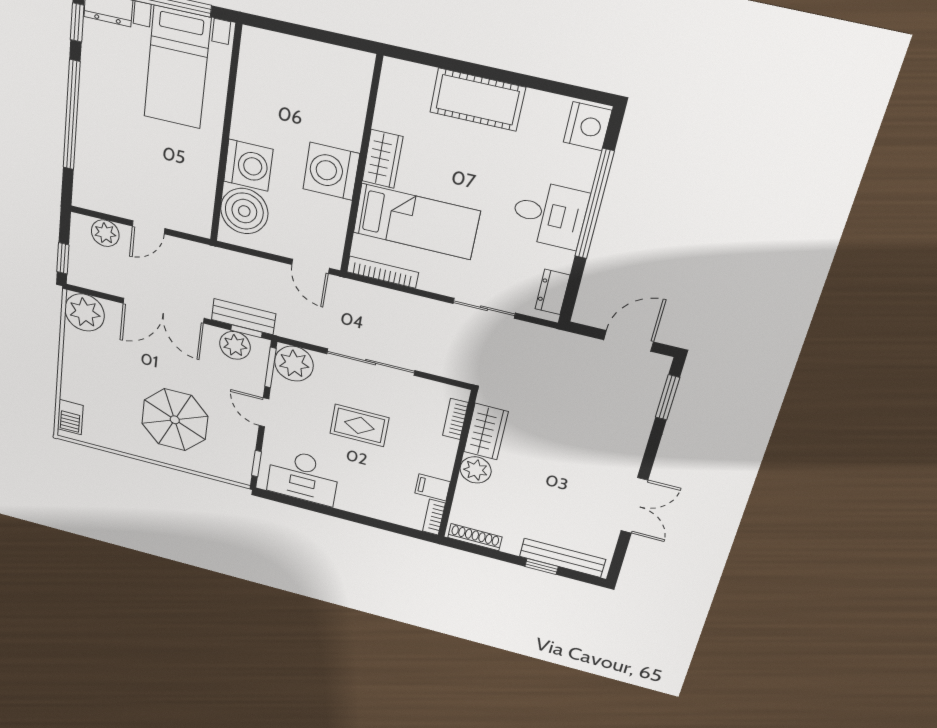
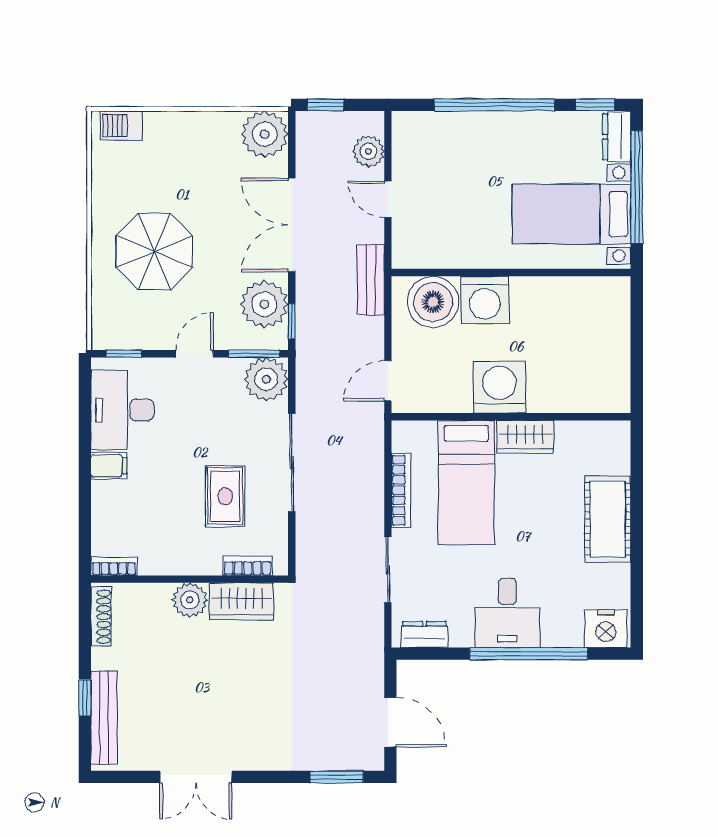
bookcase: (383, 272) -> (401, 490), moved
bench: (244, 317) -> (371, 280), moved
plant: (235, 345) -> (264, 304), width x1.36, depth x1.36
rug: (359, 425) -> (225, 496), moved
filing cabinet: (432, 487) -> (109, 466), moved, turned 90

